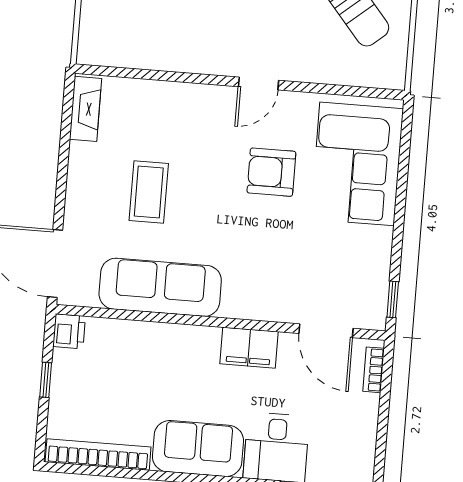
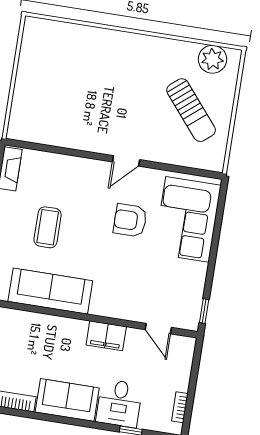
door: (326, 331) -> (158, 329), width x0.73
bookcase: (374, 370) -> (180, 407), moved

